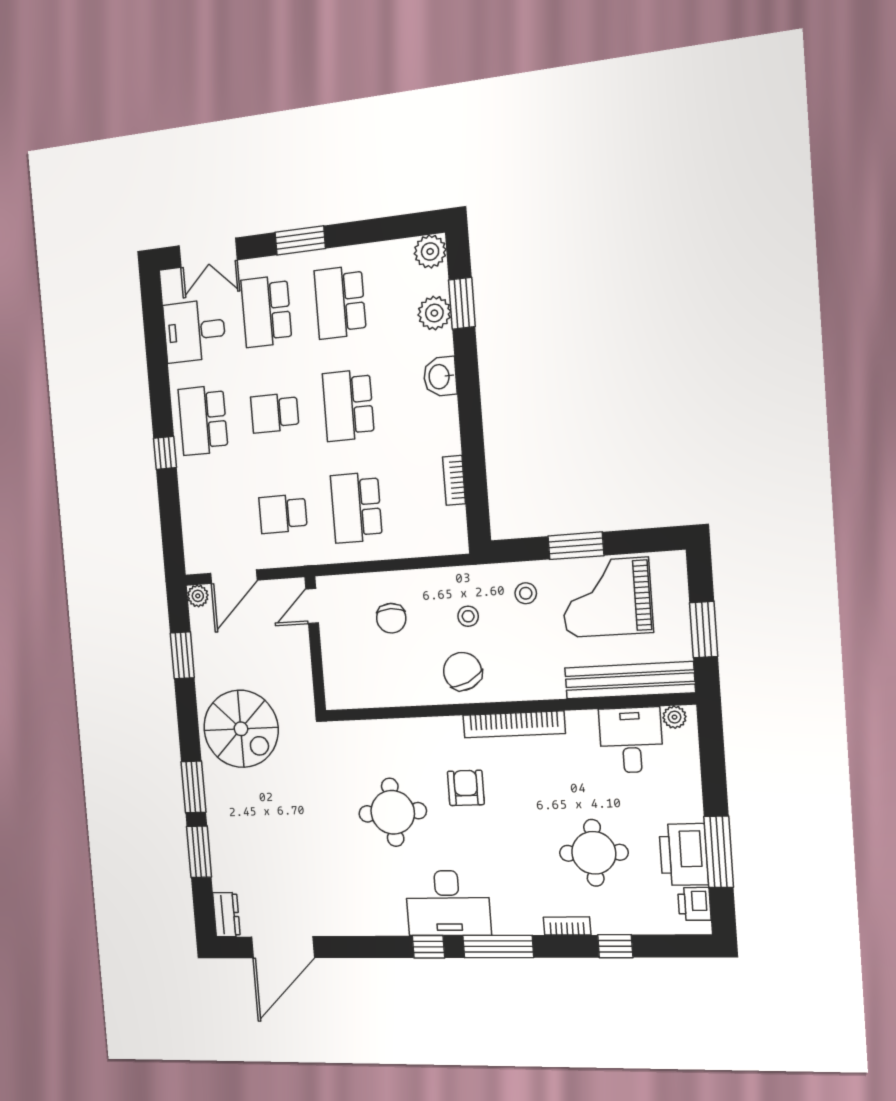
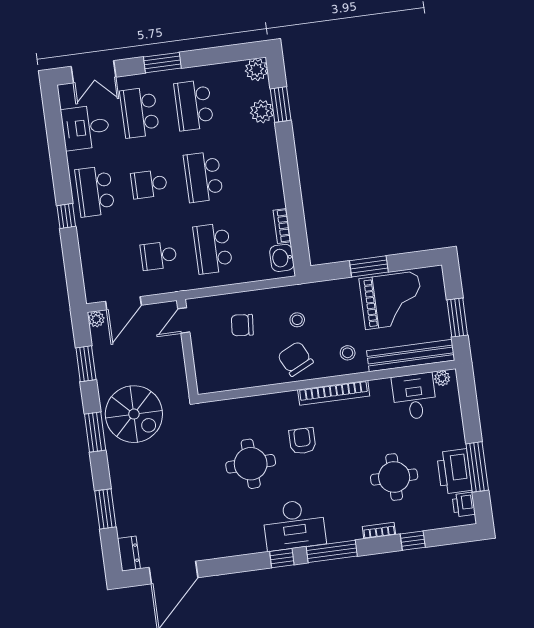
washbasin: (440, 377) -> (282, 258), moved
stool: (526, 593) -> (348, 353), moved
grand piano: (607, 597) -> (392, 300), turned 180
chair: (391, 618) -> (242, 325), turned 95
window: (193, 787) -> (95, 432), moved

